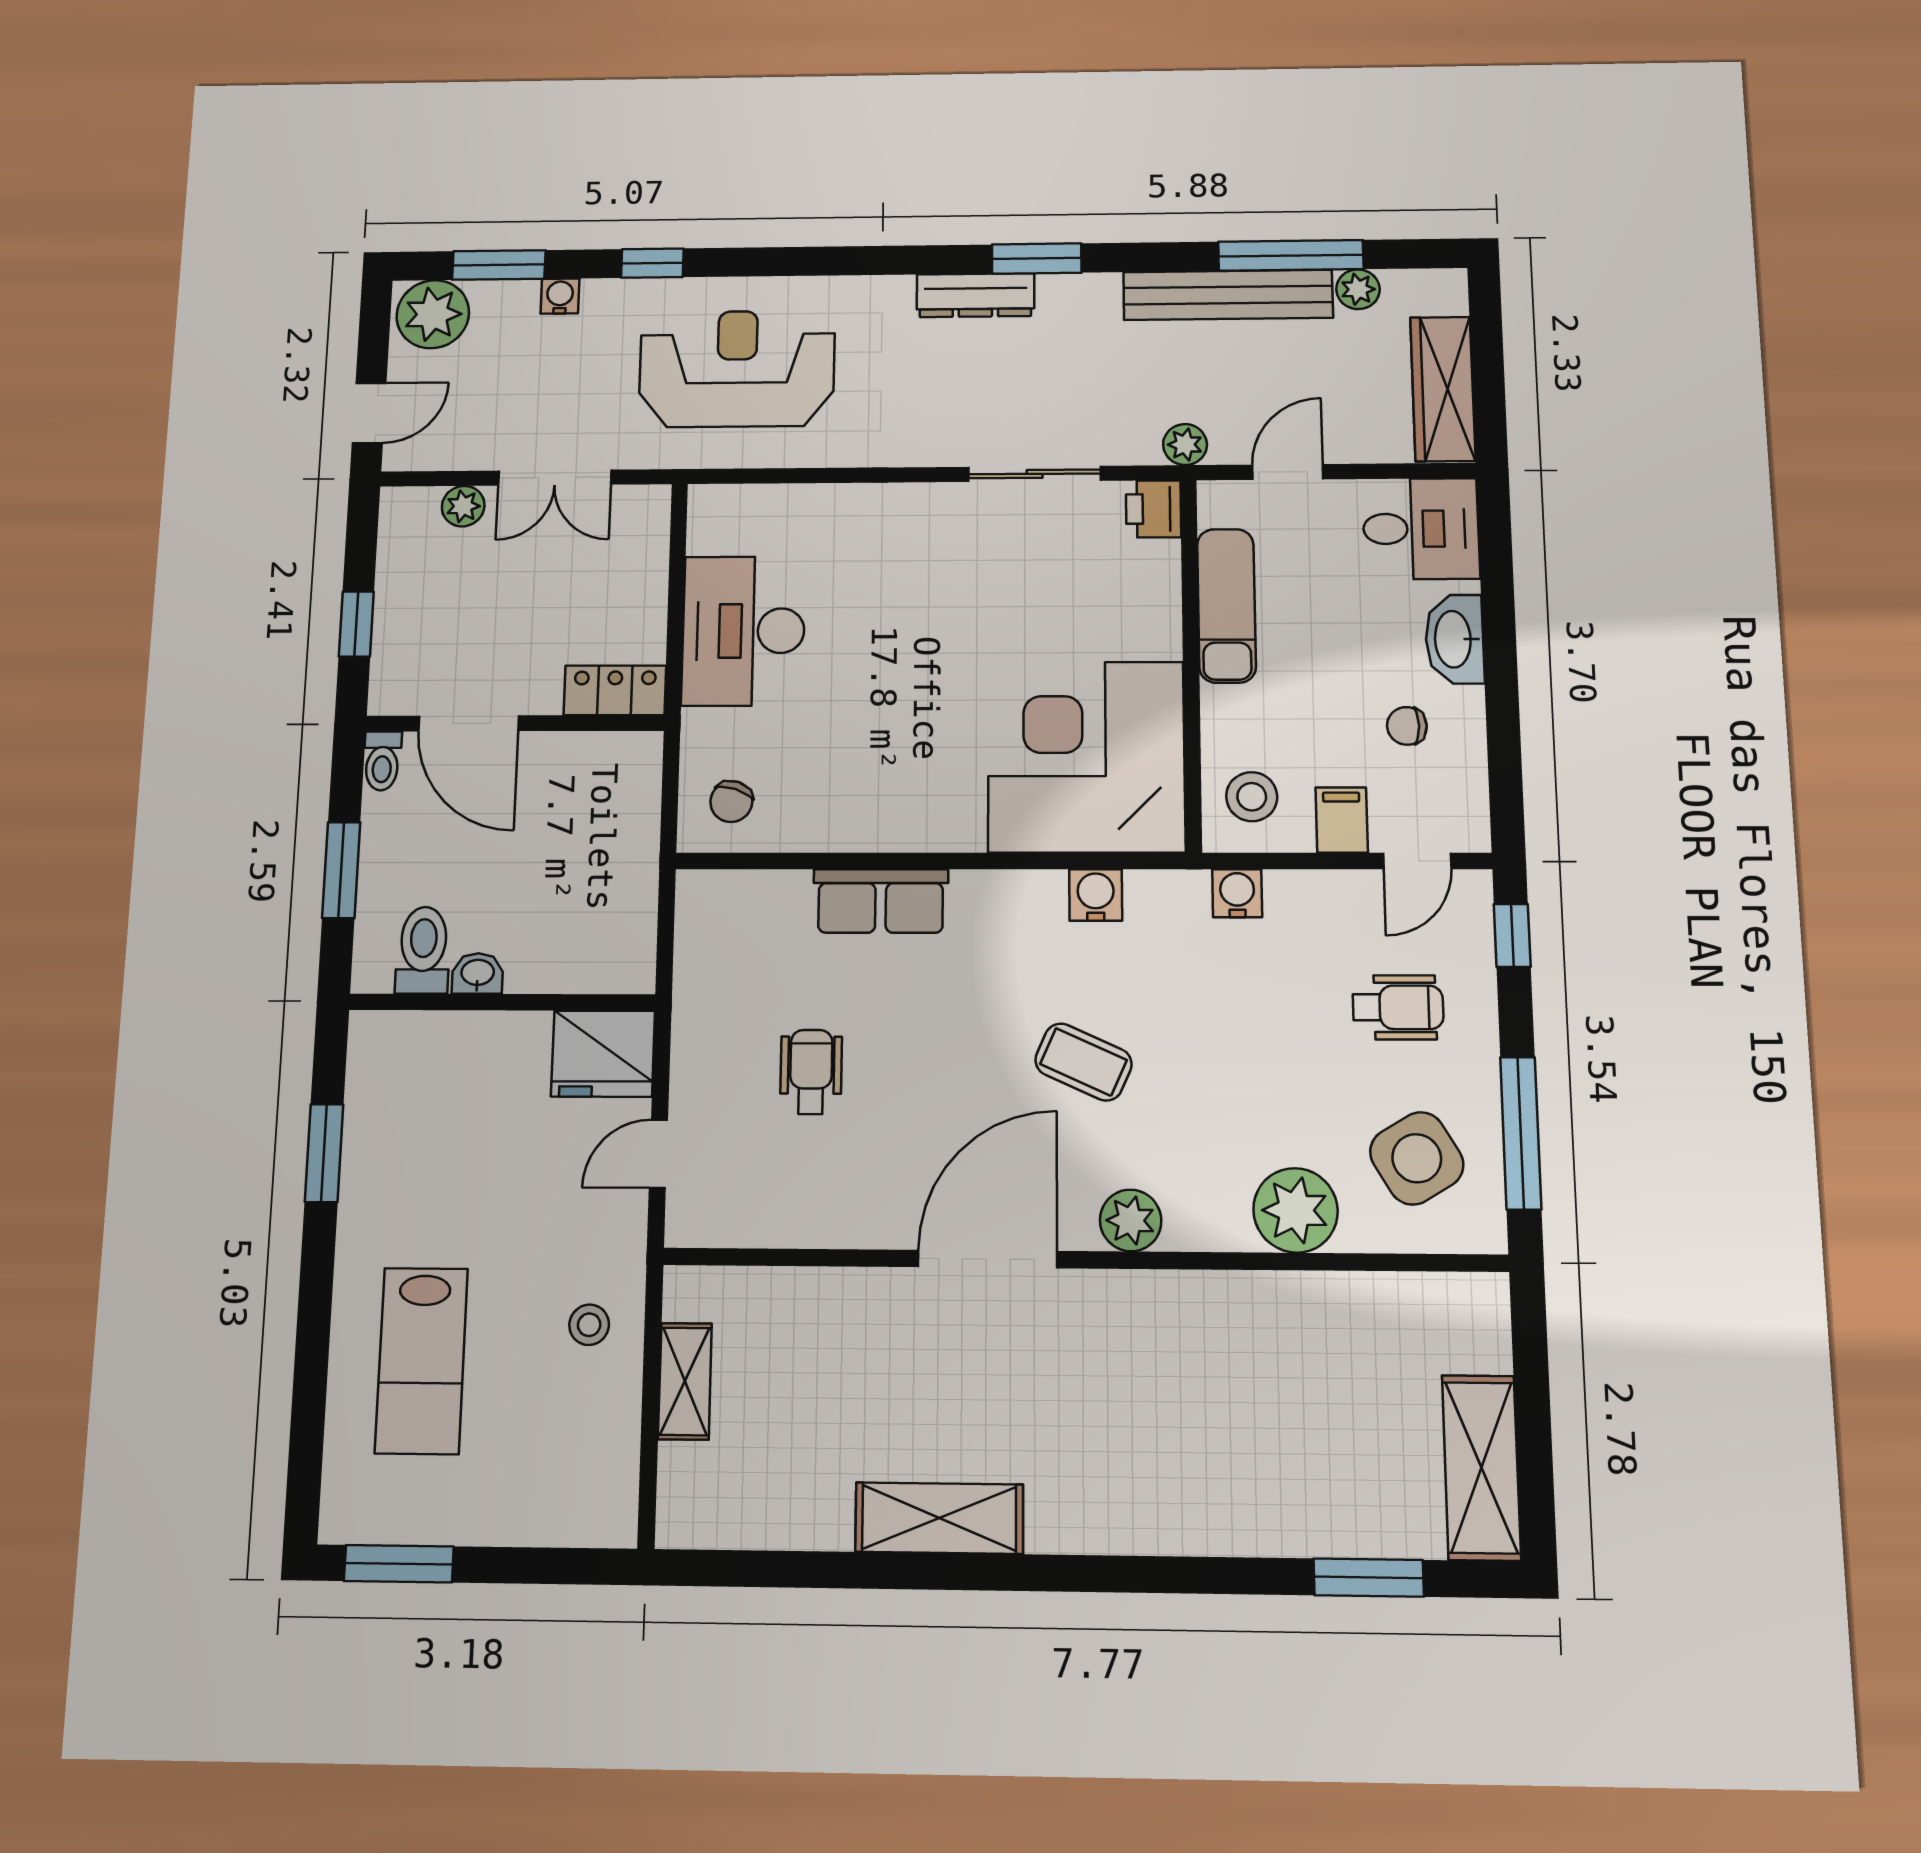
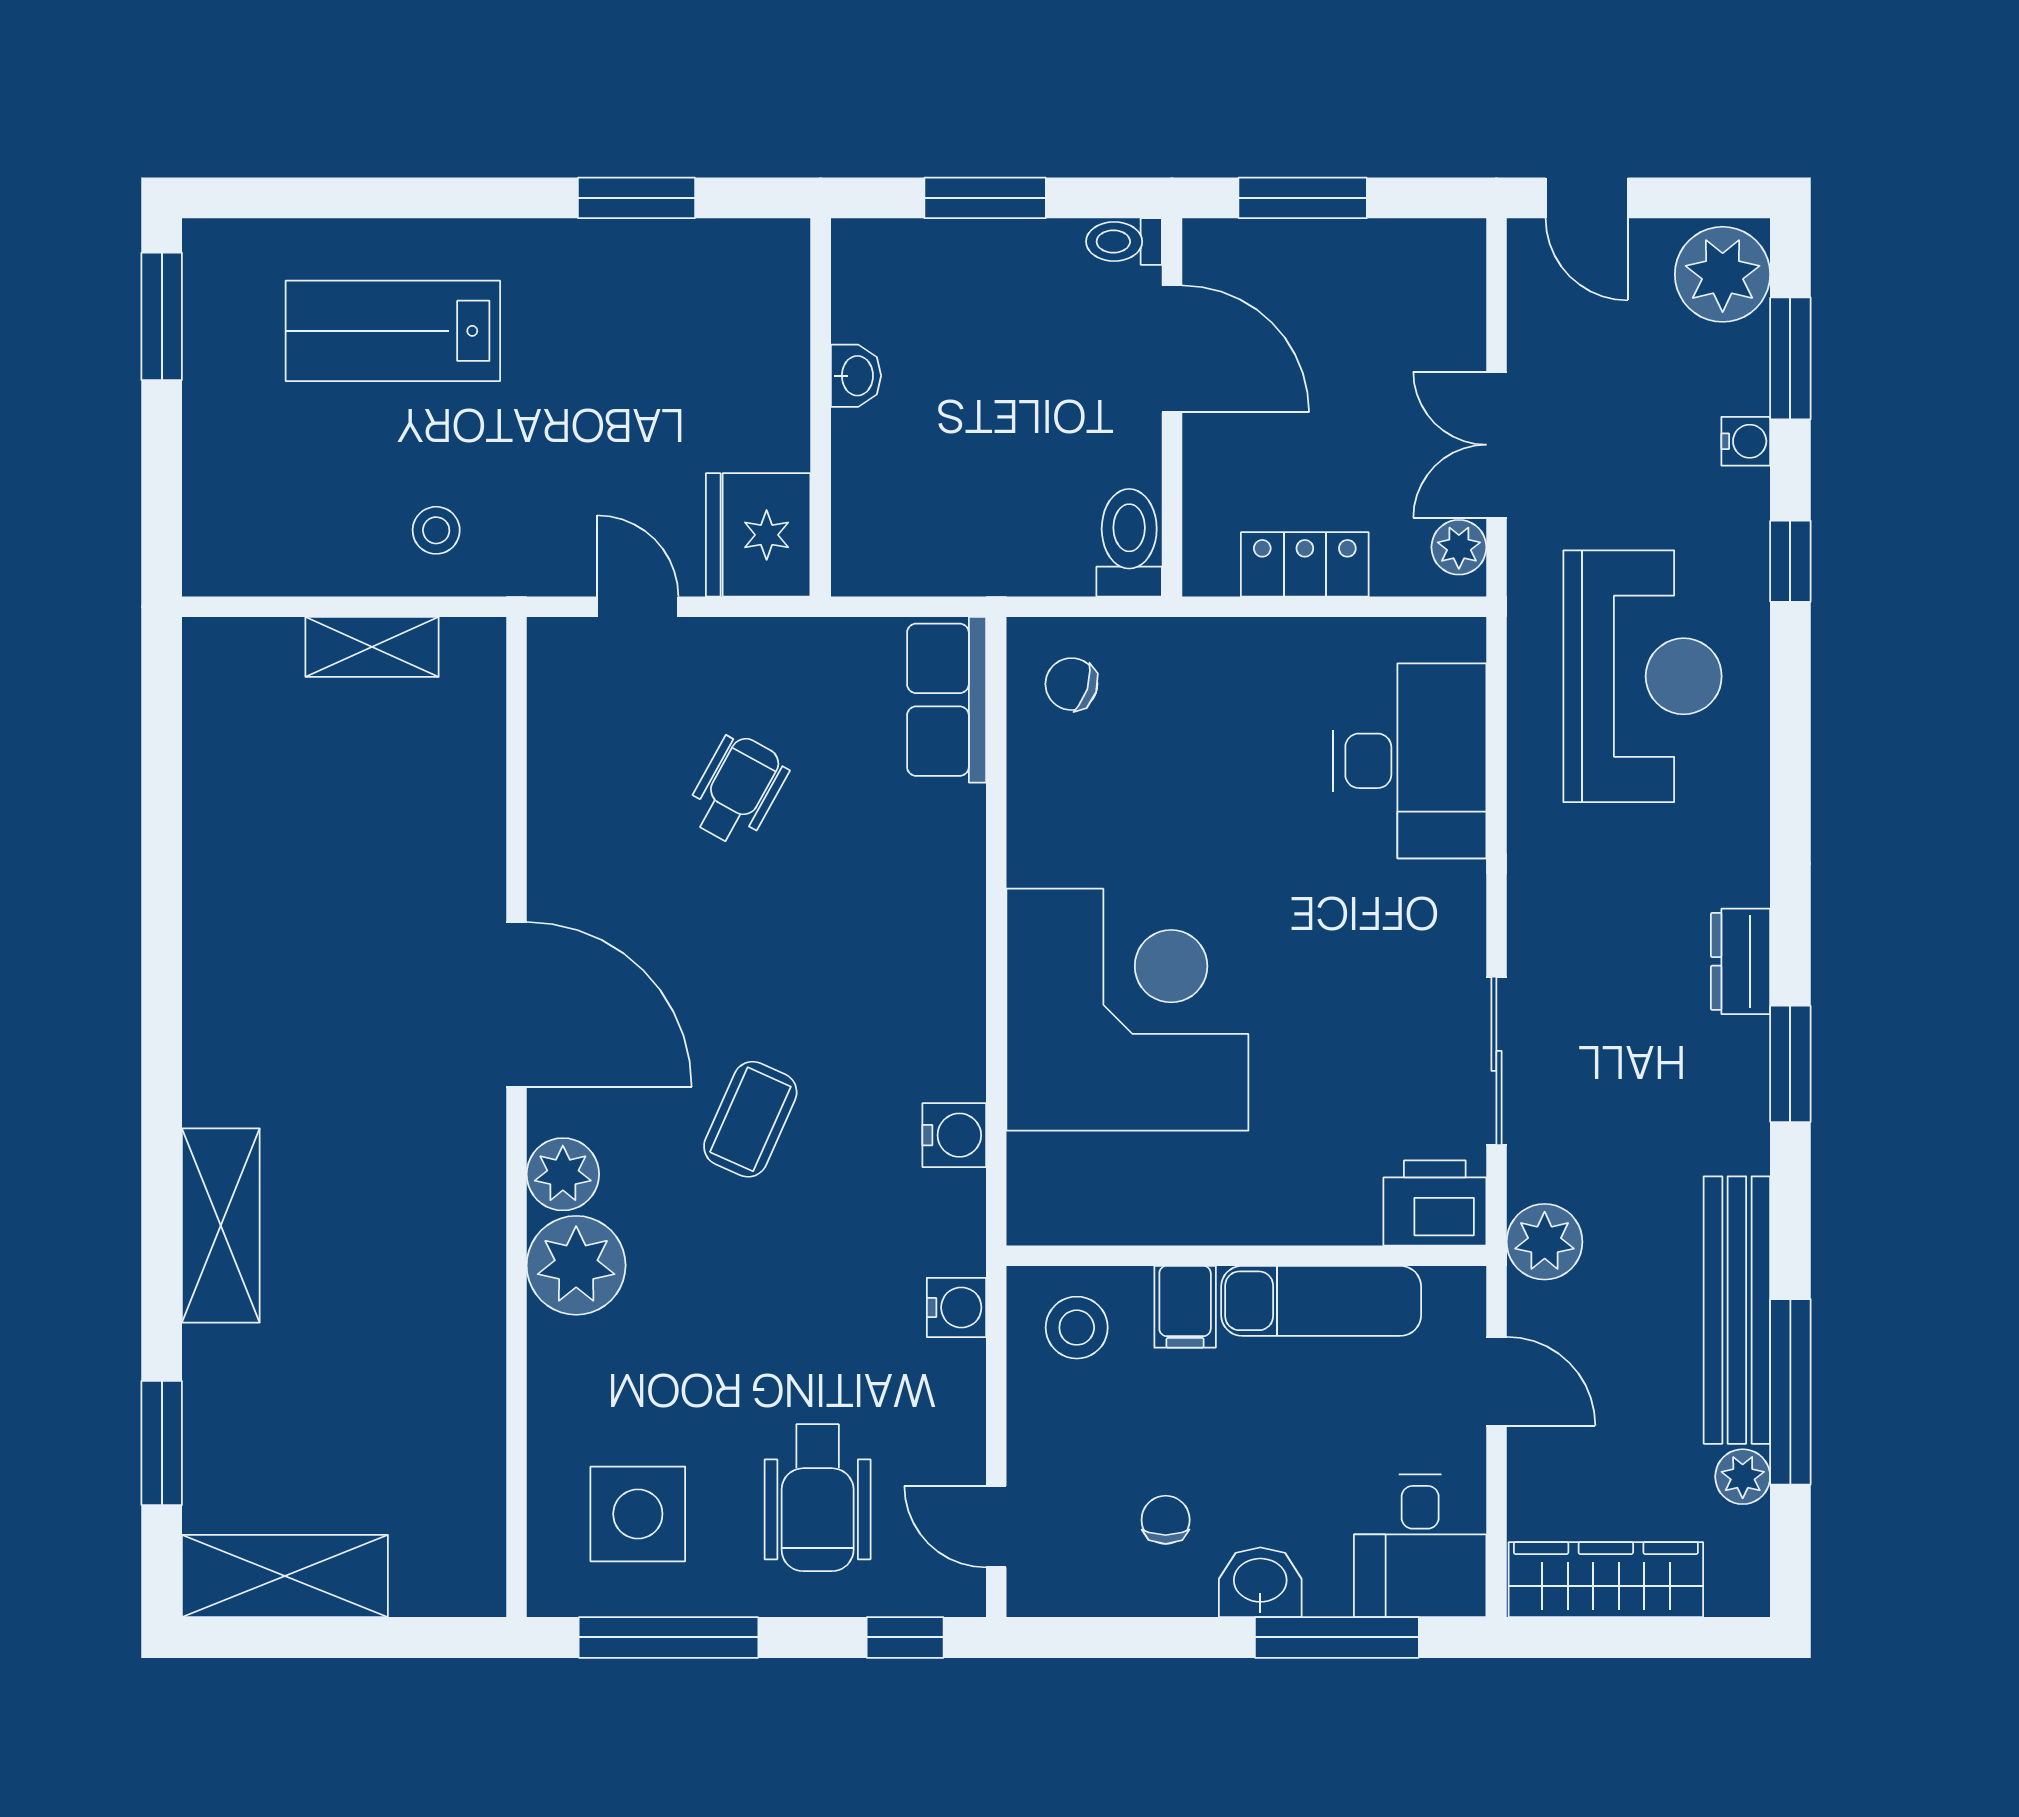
dresser: (975, 295) -> (1740, 961), width x0.70
plant: (1185, 445) -> (1545, 1242), width x1.38, depth x1.38
plant: (463, 506) -> (1459, 547), moved
printer: (1153, 509) -> (1435, 1203), width x1.36, depth x1.24
window: (1497, 592) -> (1337, 1637), added
window: (356, 624) -> (1303, 198), width x1.50
desk: (743, 631) -> (1410, 761), moved, turned 90
washbasin: (1455, 639) -> (1260, 1582), width x0.72
locker: (615, 690) -> (1305, 564), moved, turned -90
door: (469, 723) -> (1172, 349), swing flipped
corner desk: (1086, 757) -> (1127, 1010), moved
filing cabinet: (1342, 820) -> (1185, 1307), moved, turned 90
row of seats: (881, 901) -> (947, 700), moved
toilet: (423, 950) -> (1129, 543), moved, turned -90
wheelchair: (1398, 1007) -> (818, 1498), width x1.36, depth x1.37
wheelchair: (811, 1072) -> (737, 790), turned -61
side table: (1417, 1158) -> (638, 1514), turned 31
plant: (1296, 1210) -> (576, 1265), moved
shelving: (939, 1518) -> (221, 1226), moved

